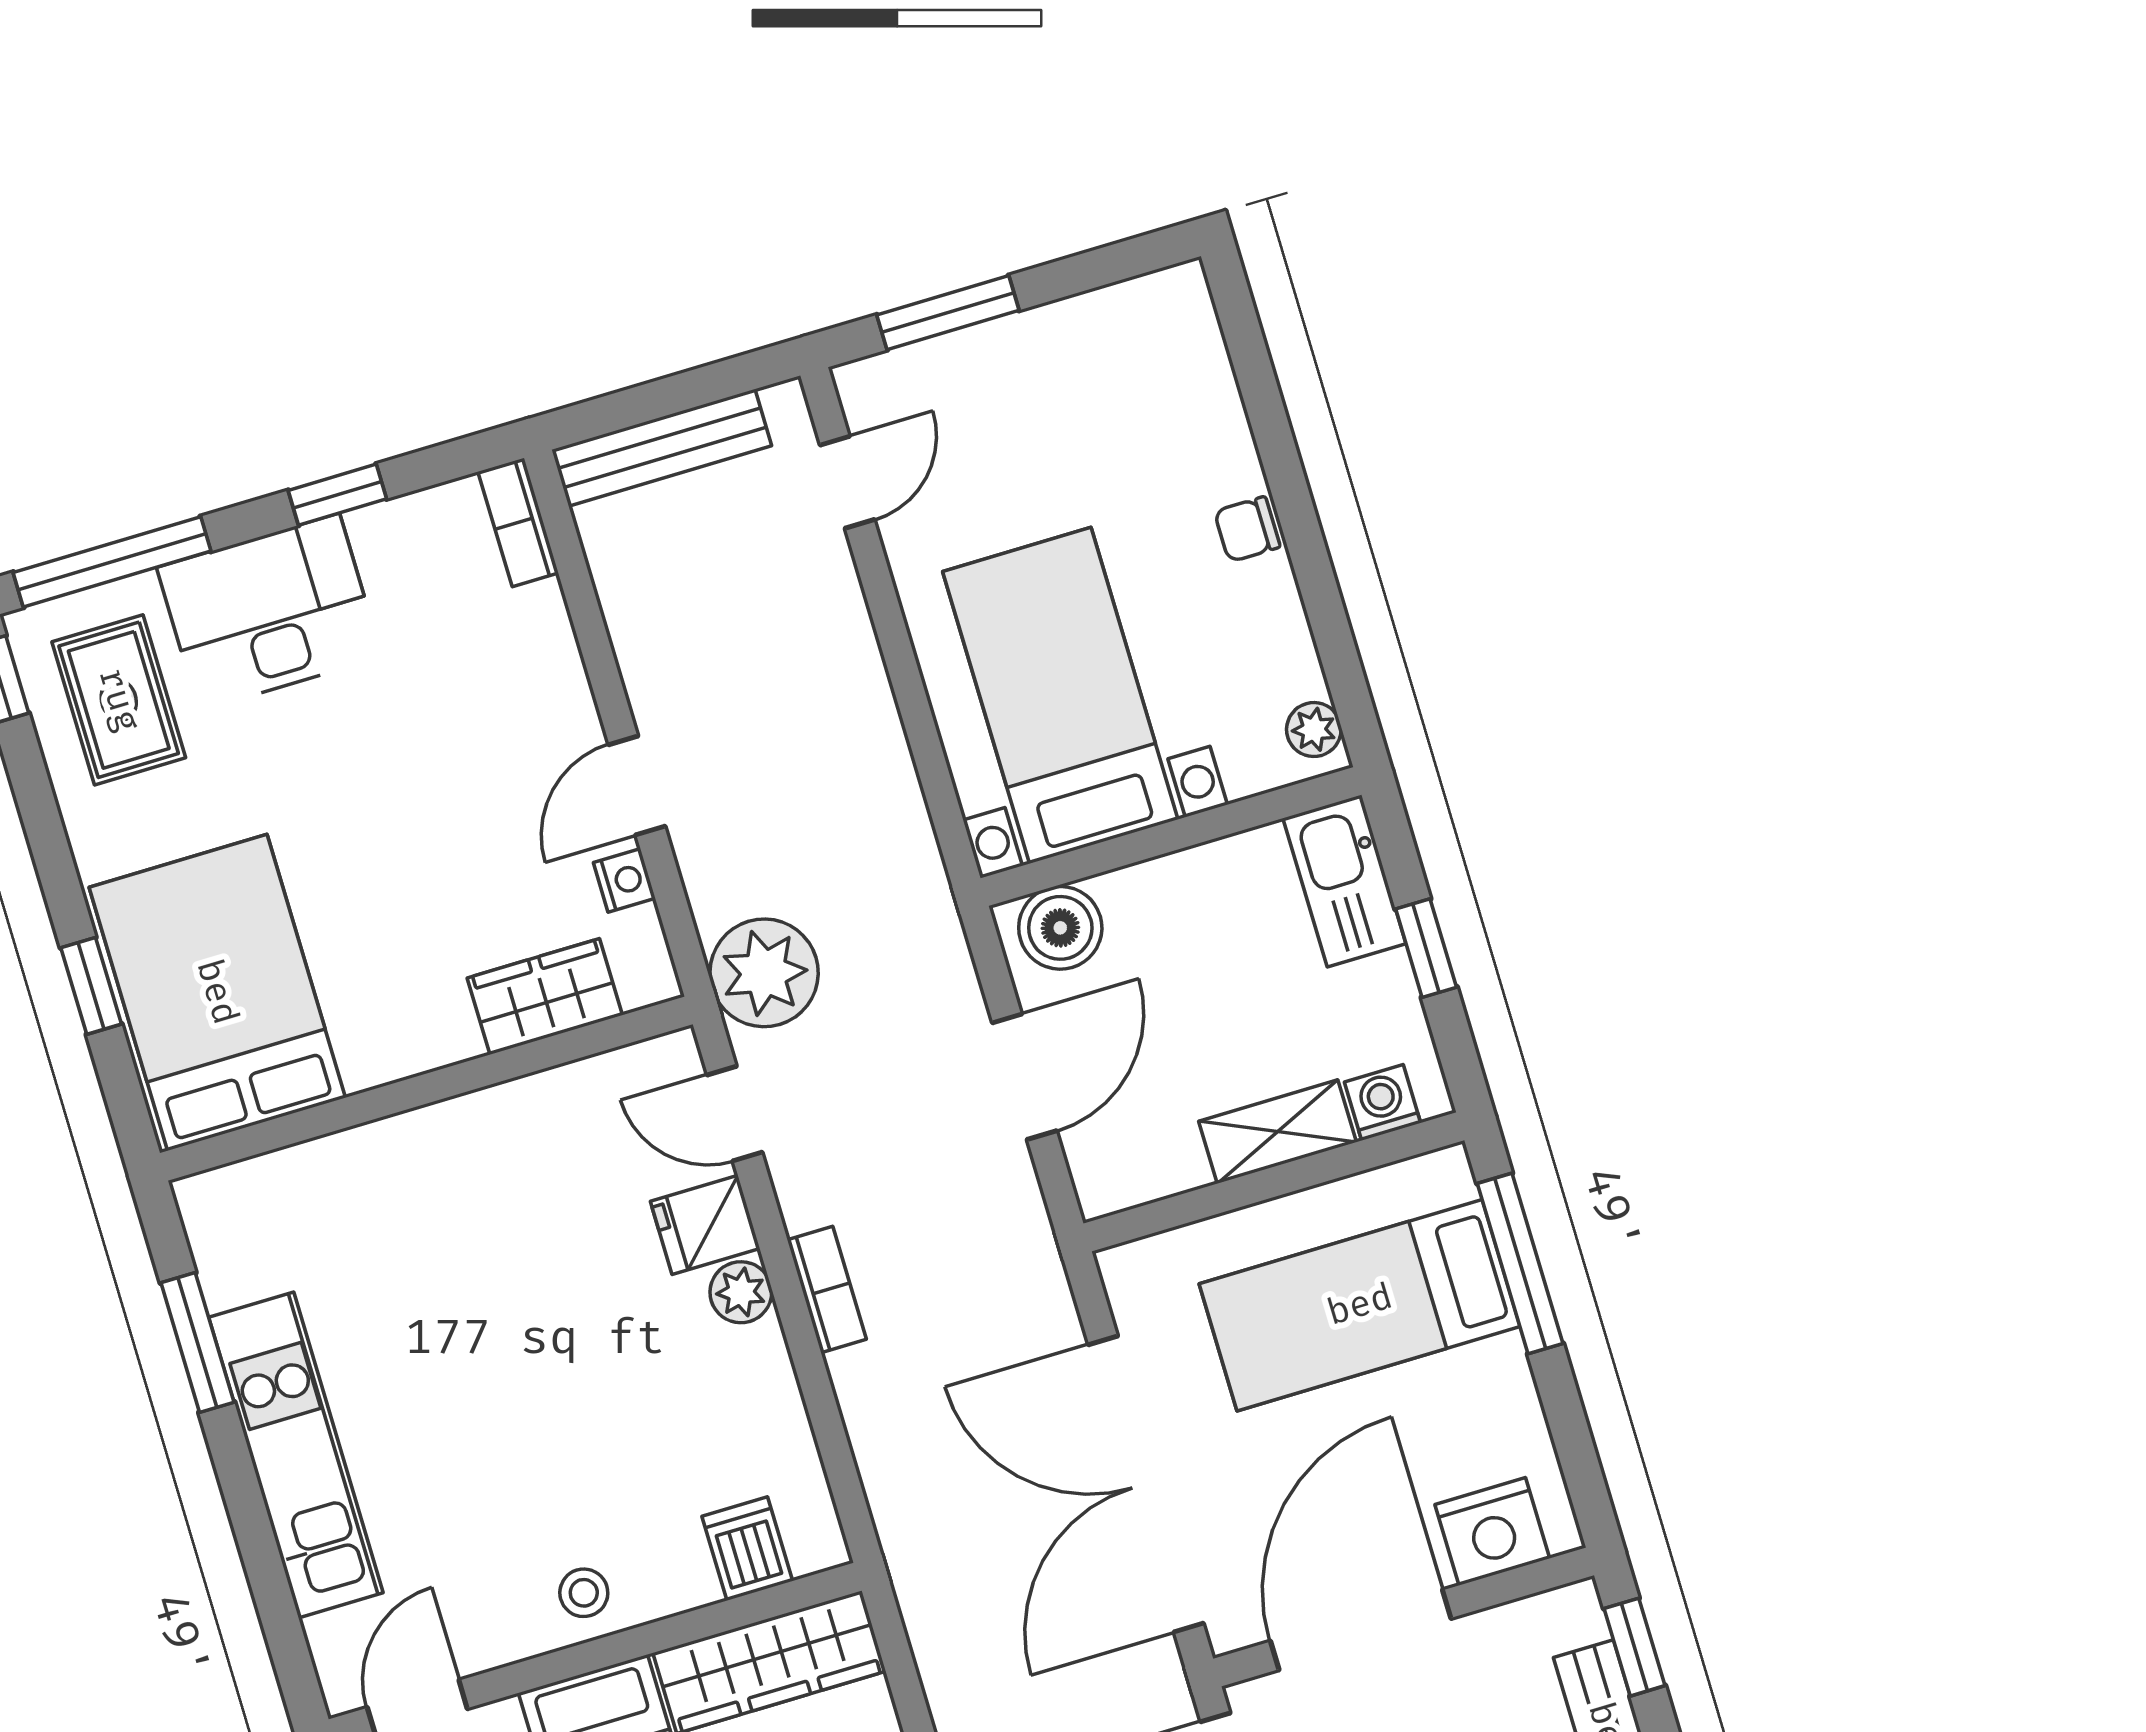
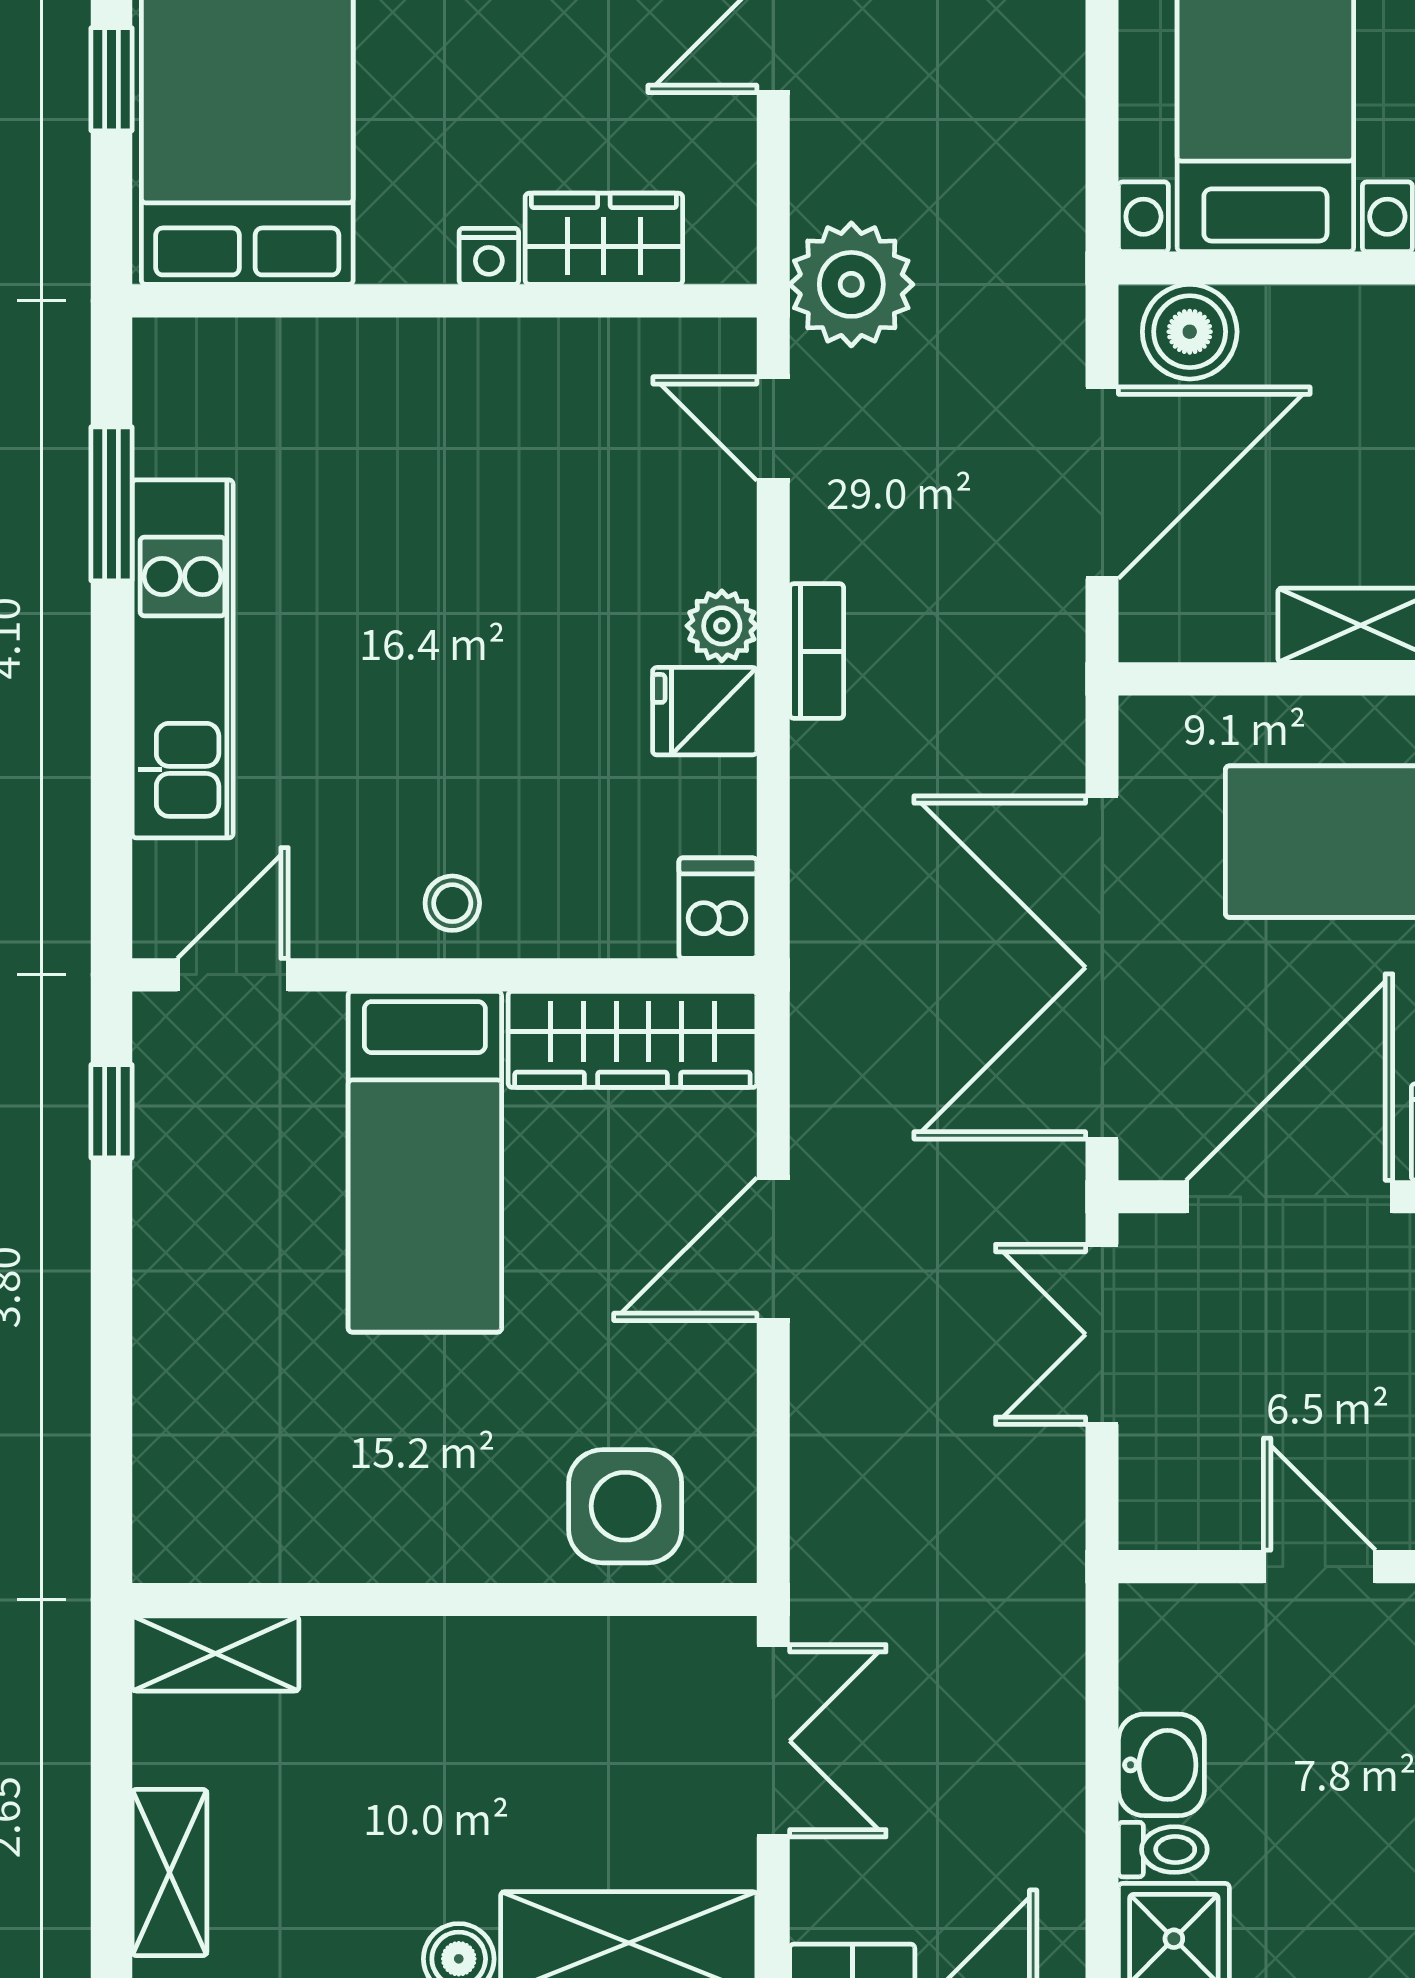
nightstand: (624, 880) -> (489, 256), moved, turned 90
door: (1024, 1077) -> (1102, 483), width x1.36
fridge: (705, 1225) -> (705, 711), moved
dishwasher: (747, 1549) -> (718, 908), moved

